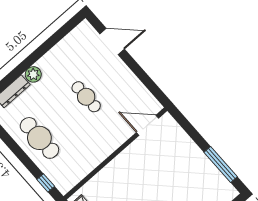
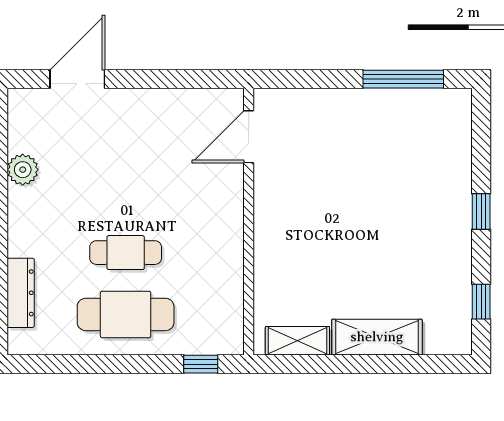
plant: (33, 74) -> (23, 170), moved
cafe table: (86, 97) -> (126, 253), moved

